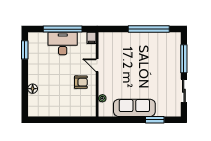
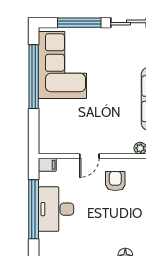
corner sofa: (156, 48) -> (62, 65), added

